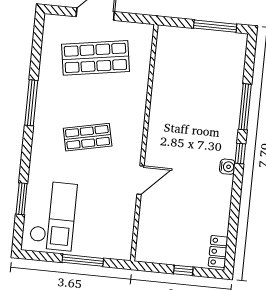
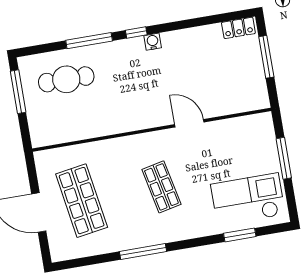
cafe table: (214, 75) -> (66, 79), added
window: (183, 270) -> (266, 57), width x2.17

